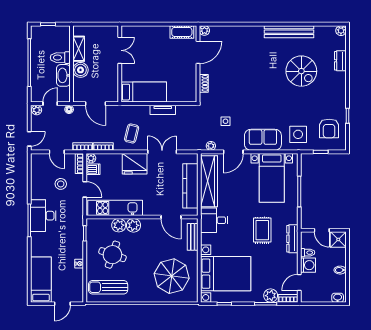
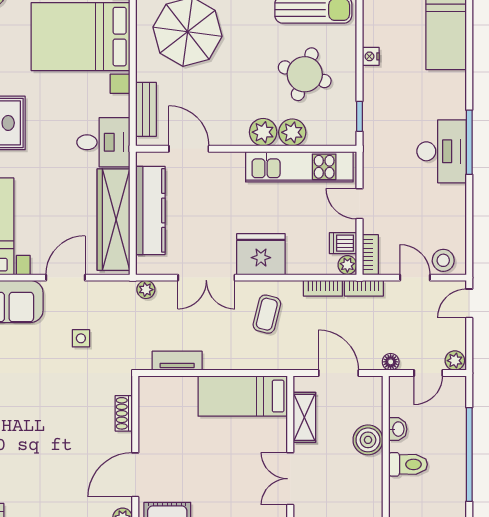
shelving: (79, 49) -> (304, 417), moved
washbasin: (63, 75) -> (398, 429), width x0.52, depth x0.69
tv unit: (163, 110) -> (177, 361), moved
plant: (211, 146) -> (146, 290), moved
stool: (61, 184) -> (443, 260), moved

